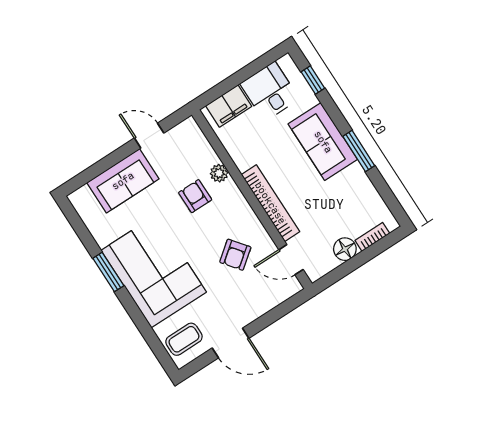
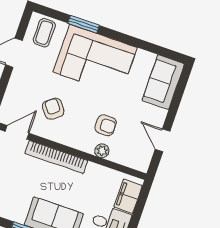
door: (149, 136) -> (163, 140), swing flipped
sofa: (123, 181) -> (163, 82), moved
window: (108, 272) -> (83, 24), moved

